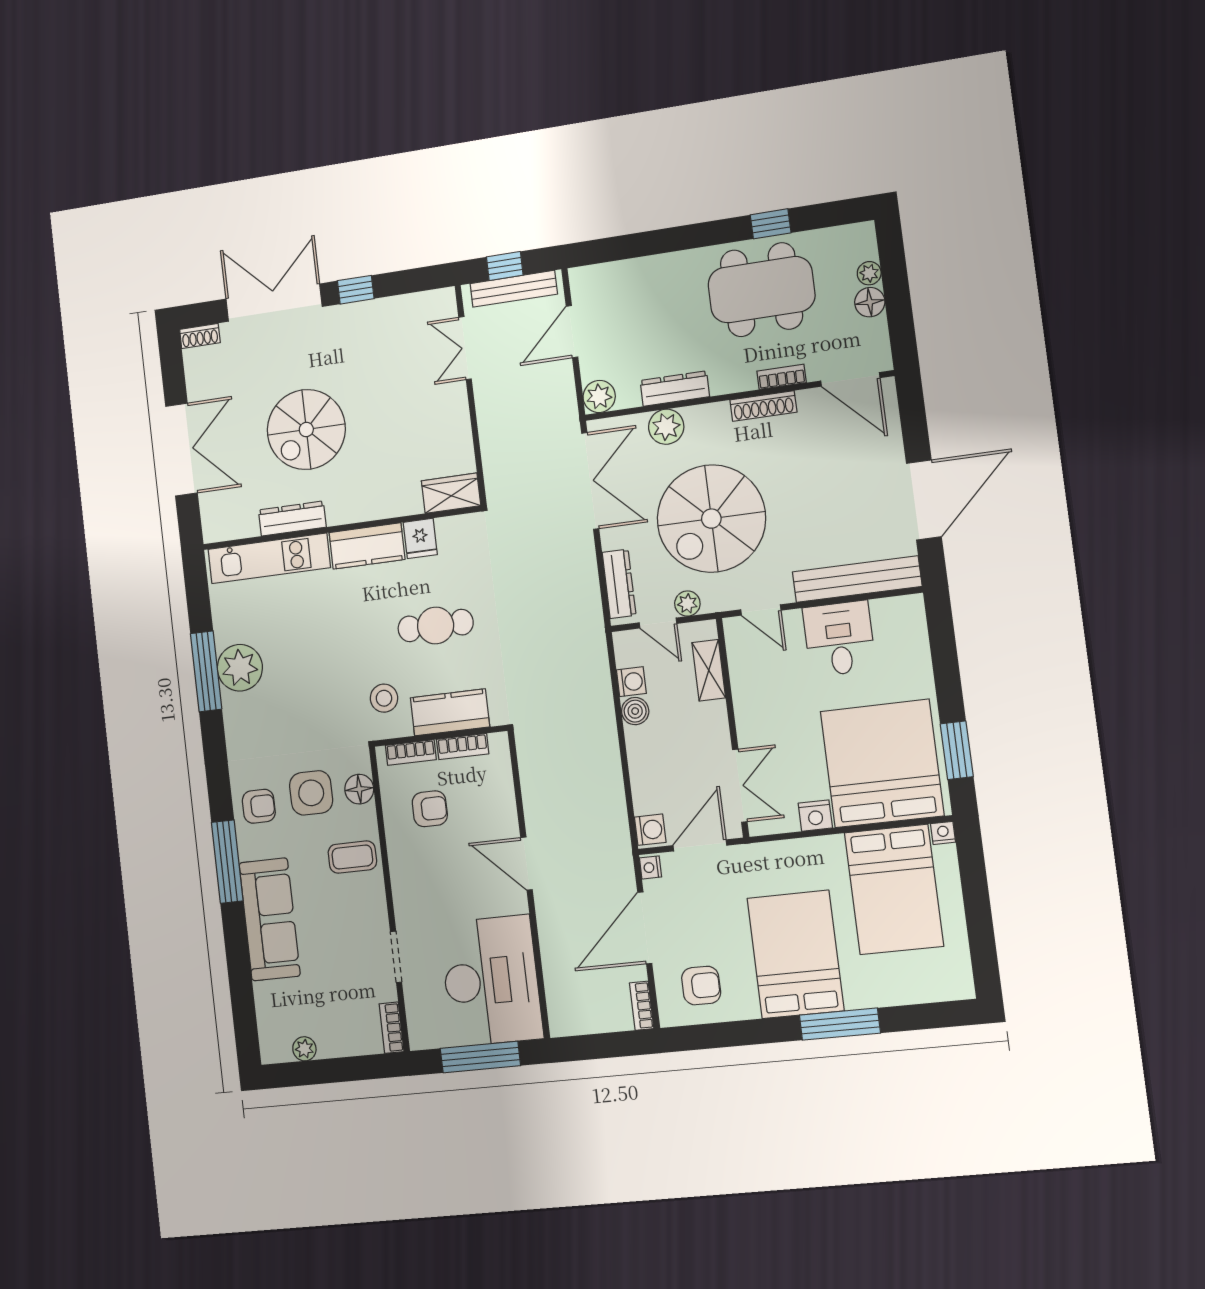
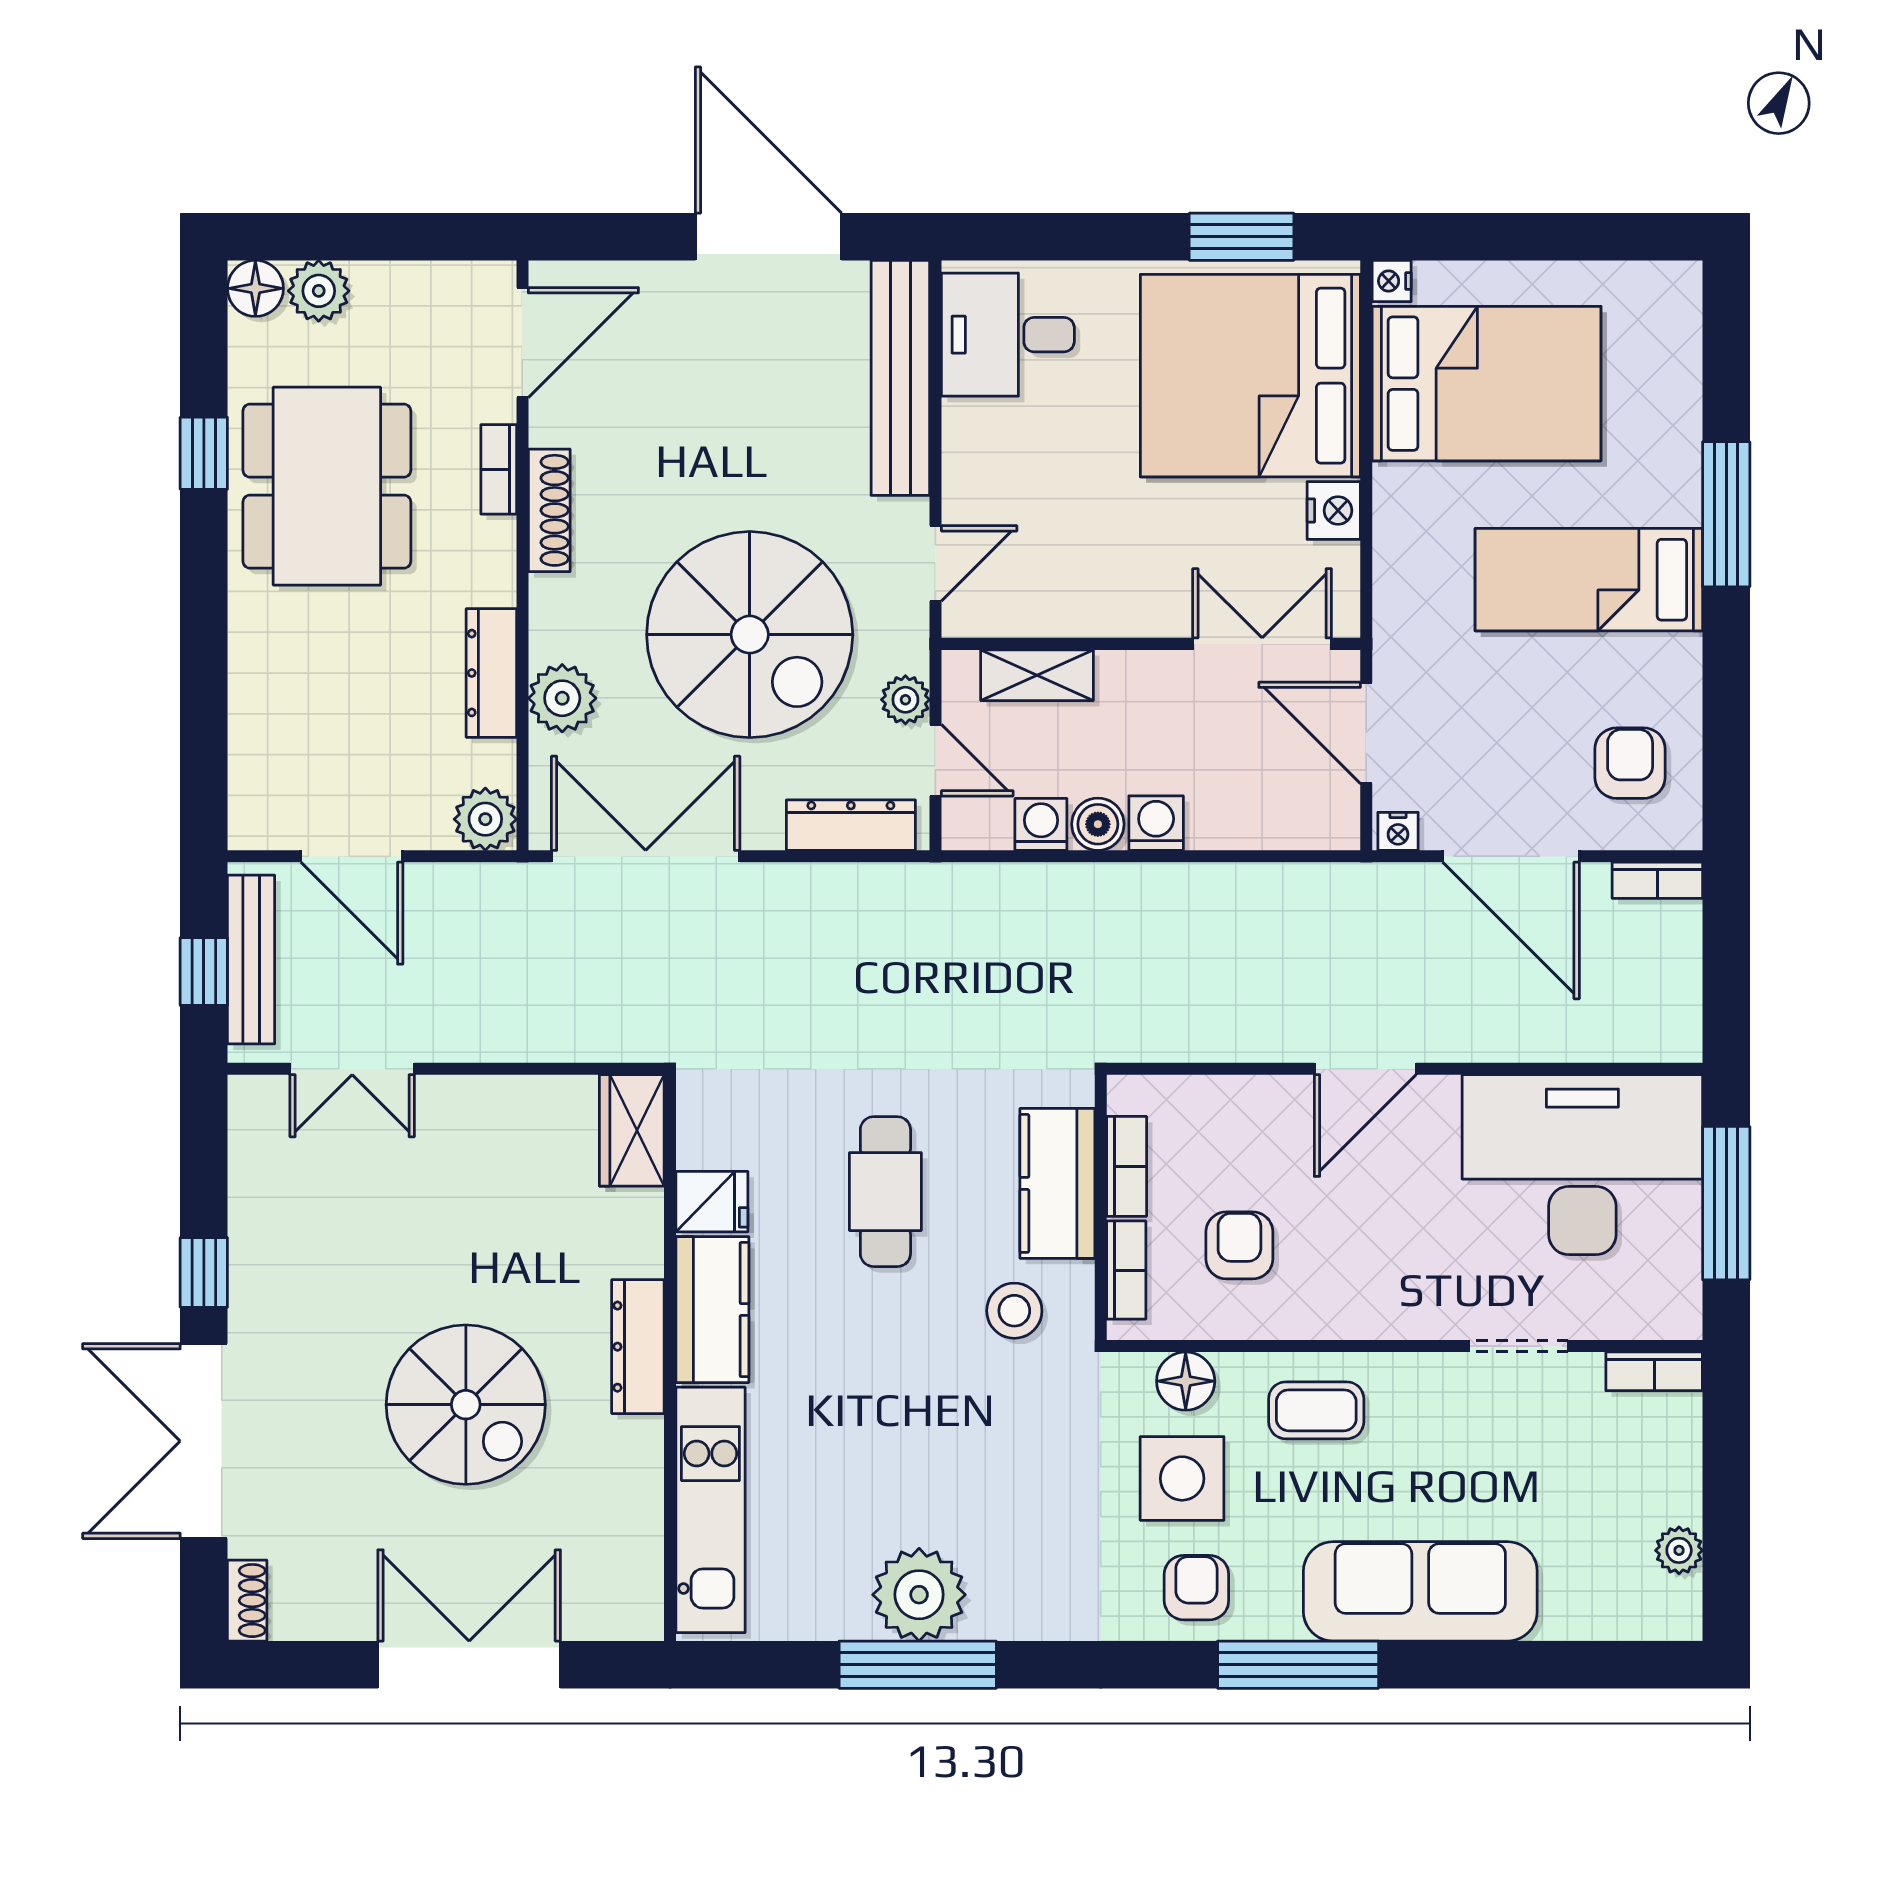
plant: (869, 273) -> (319, 291), width x1.38, depth x1.38
floor lamp: (870, 302) -> (255, 288), moved
dresser: (292, 518) -> (638, 1347), moved
door: (658, 623) -> (935, 760), hinge flipped
desk: (839, 639) -> (1008, 335), moved
washing machine: (650, 830) -> (1156, 823), moved
coffee table: (352, 857) -> (1316, 1410), turned 90
bed: (795, 954) -> (1589, 580), width x0.67

